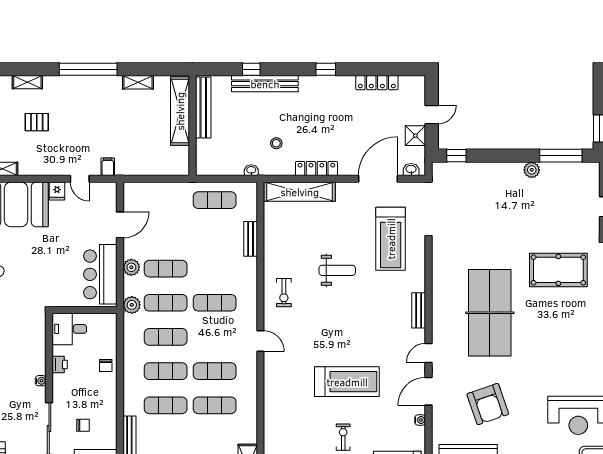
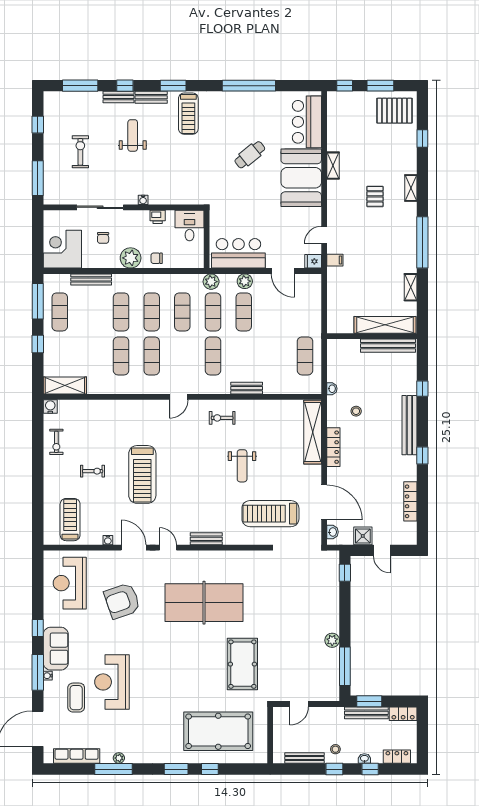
bench: (265, 84) -> (409, 425), moved
fridge: (57, 191) -> (313, 261), moved
bench: (251, 239) -> (247, 388), moved
plant: (105, 395) -> (131, 258), added

